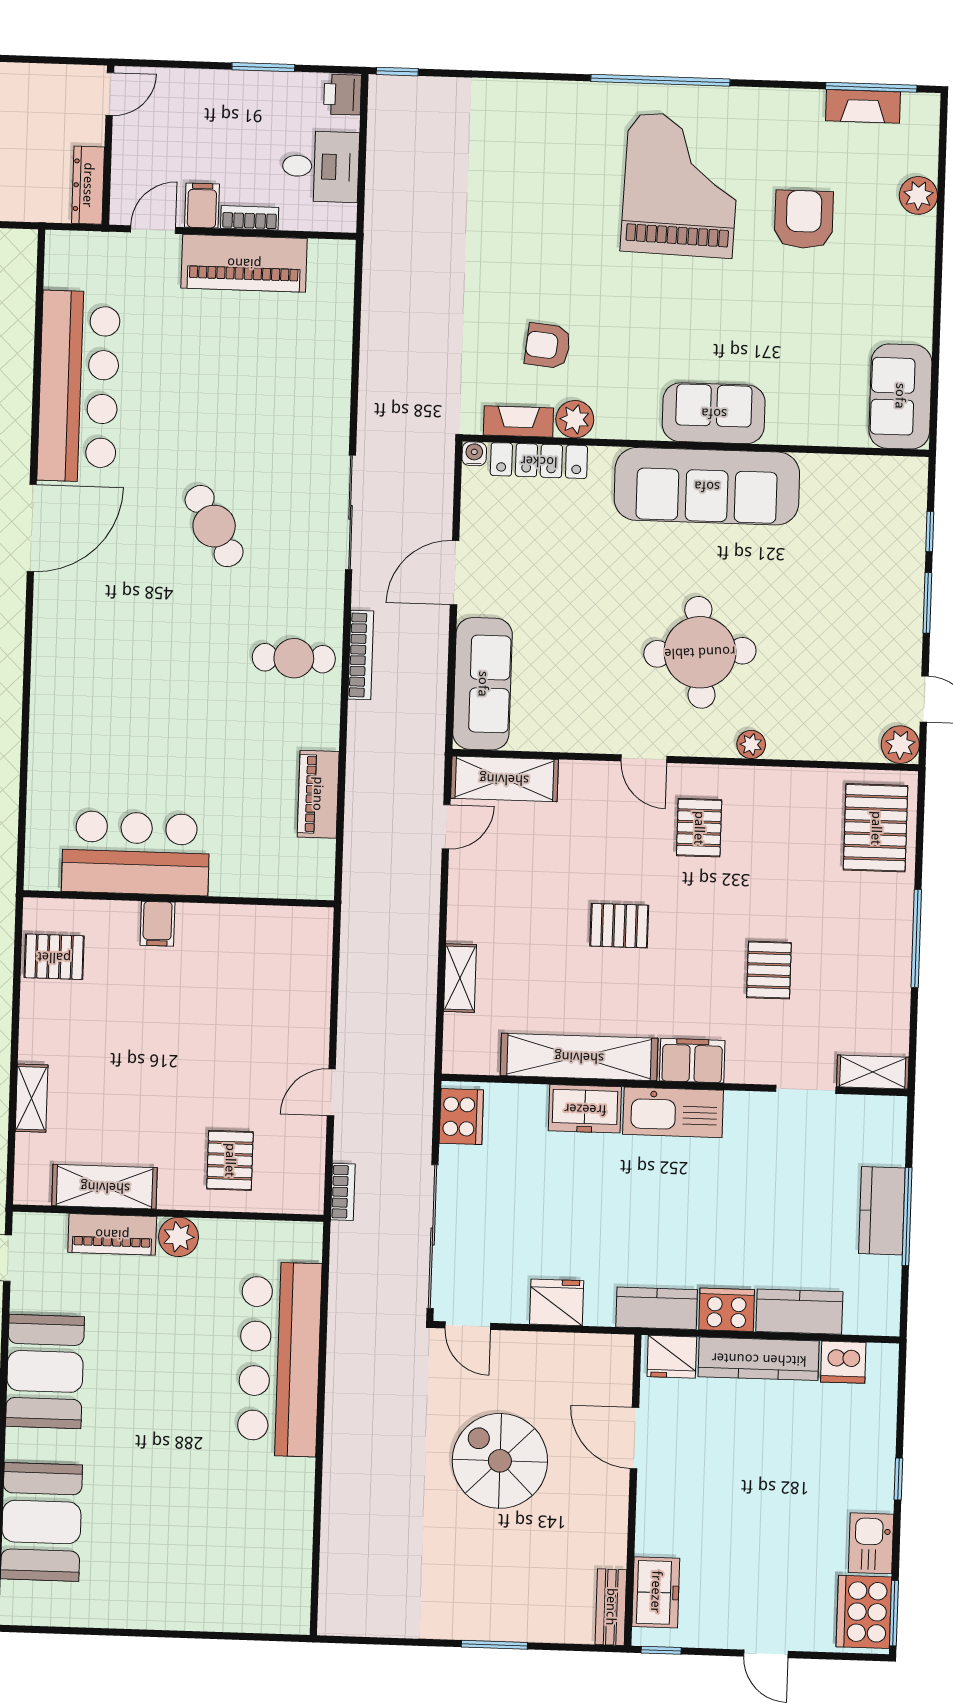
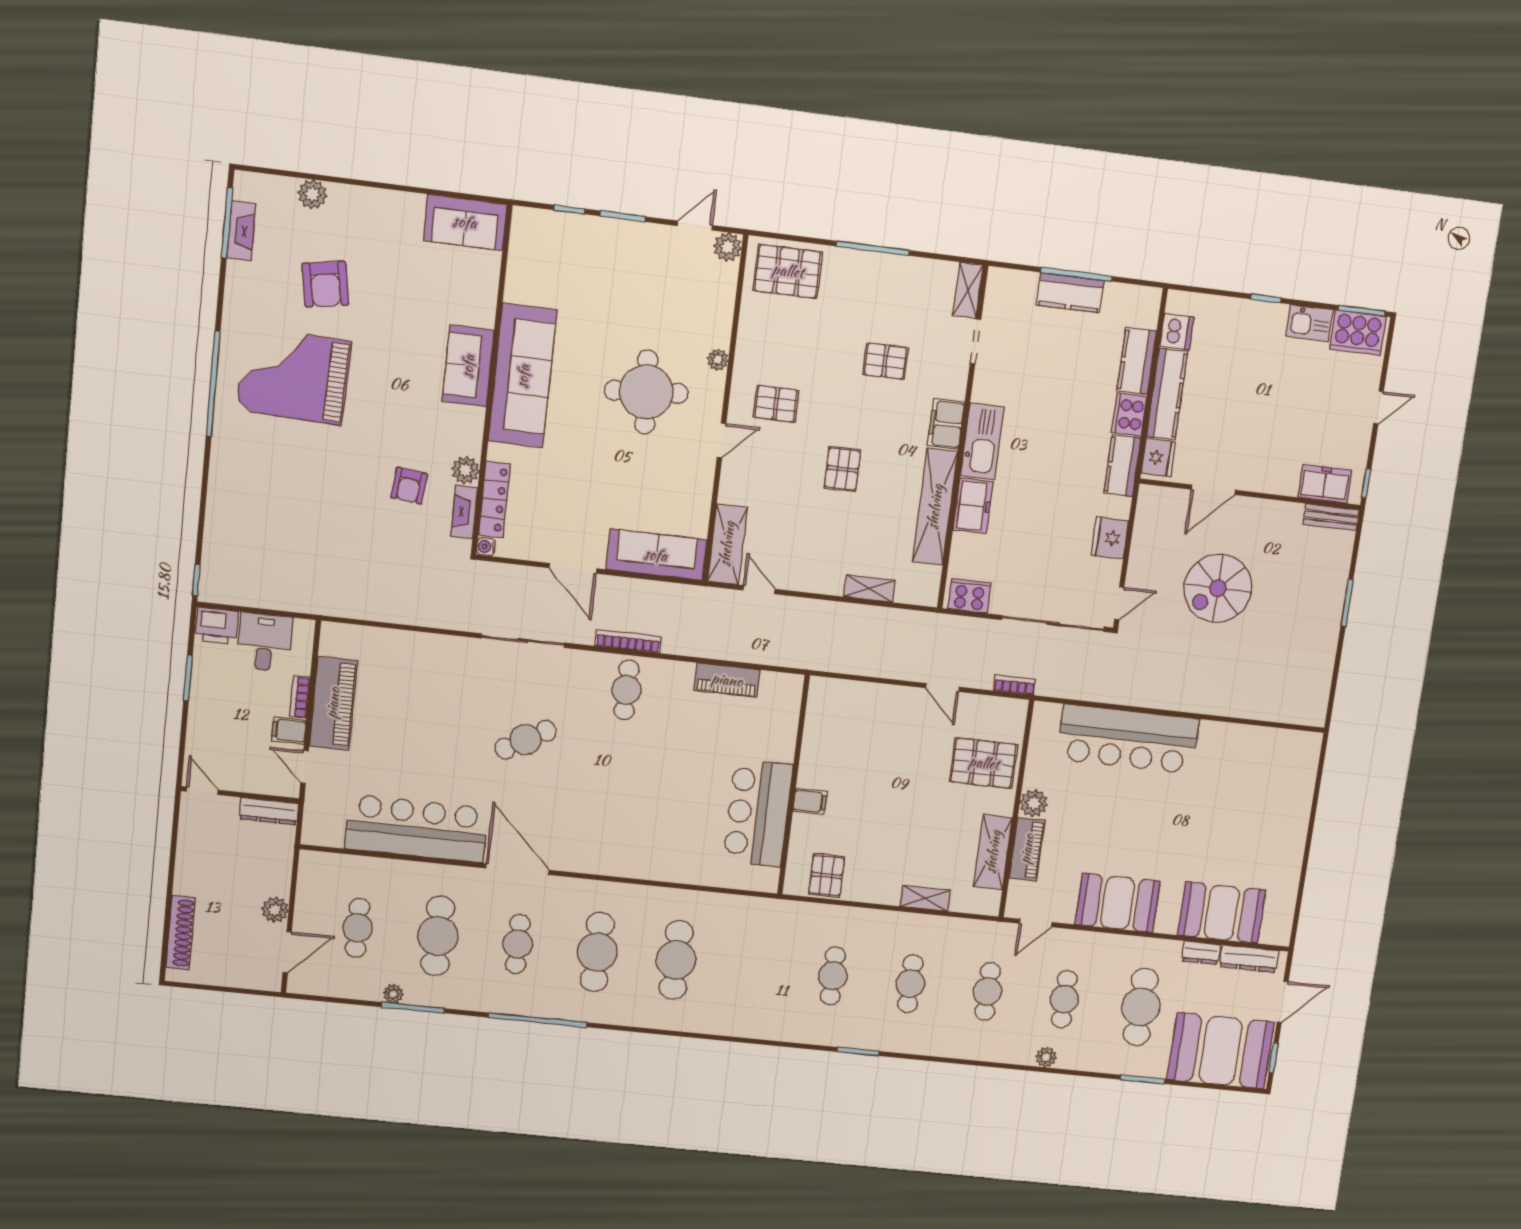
printer: (343, 95) -> (217, 626), width x1.36, depth x1.24
armchair: (804, 219) -> (325, 284), turned -100
pallet: (230, 1160) -> (984, 763), width x1.50, depth x1.42

